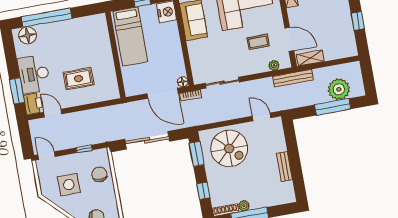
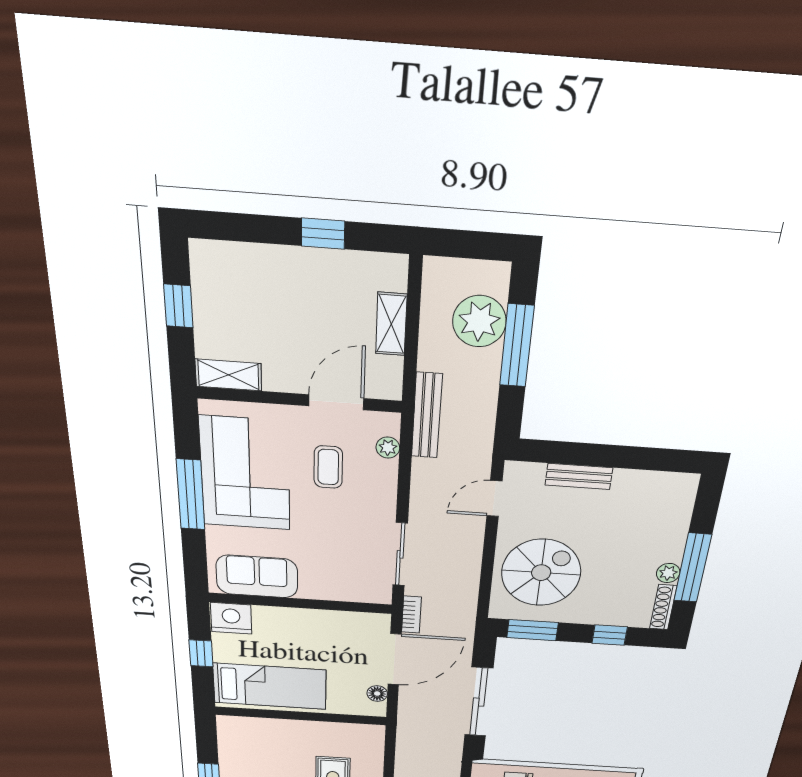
shelving: (310, 58) -> (391, 324), moved
floor lamp: (183, 82) -> (377, 694), moved
bench: (284, 166) -> (579, 476), moved

